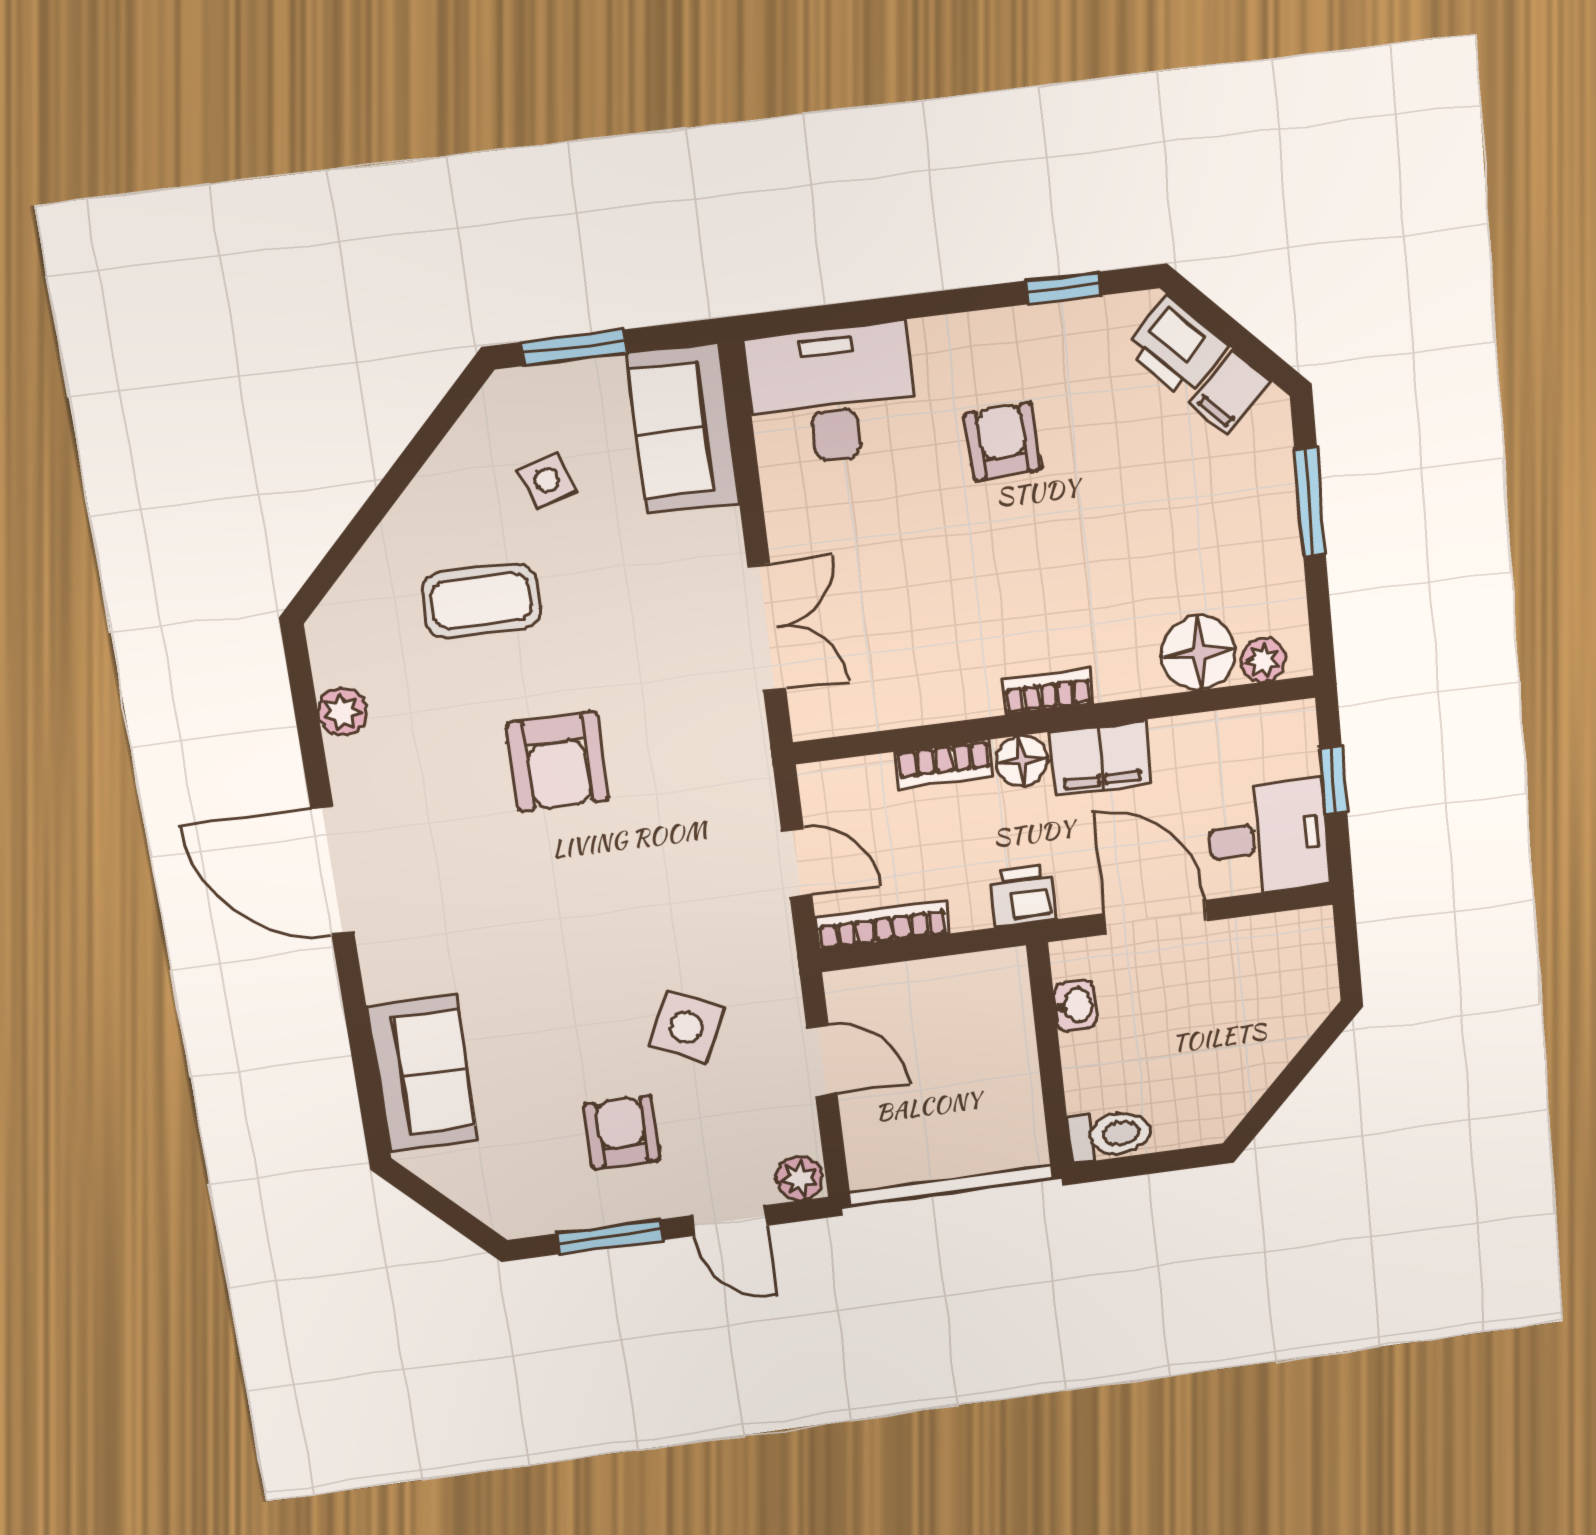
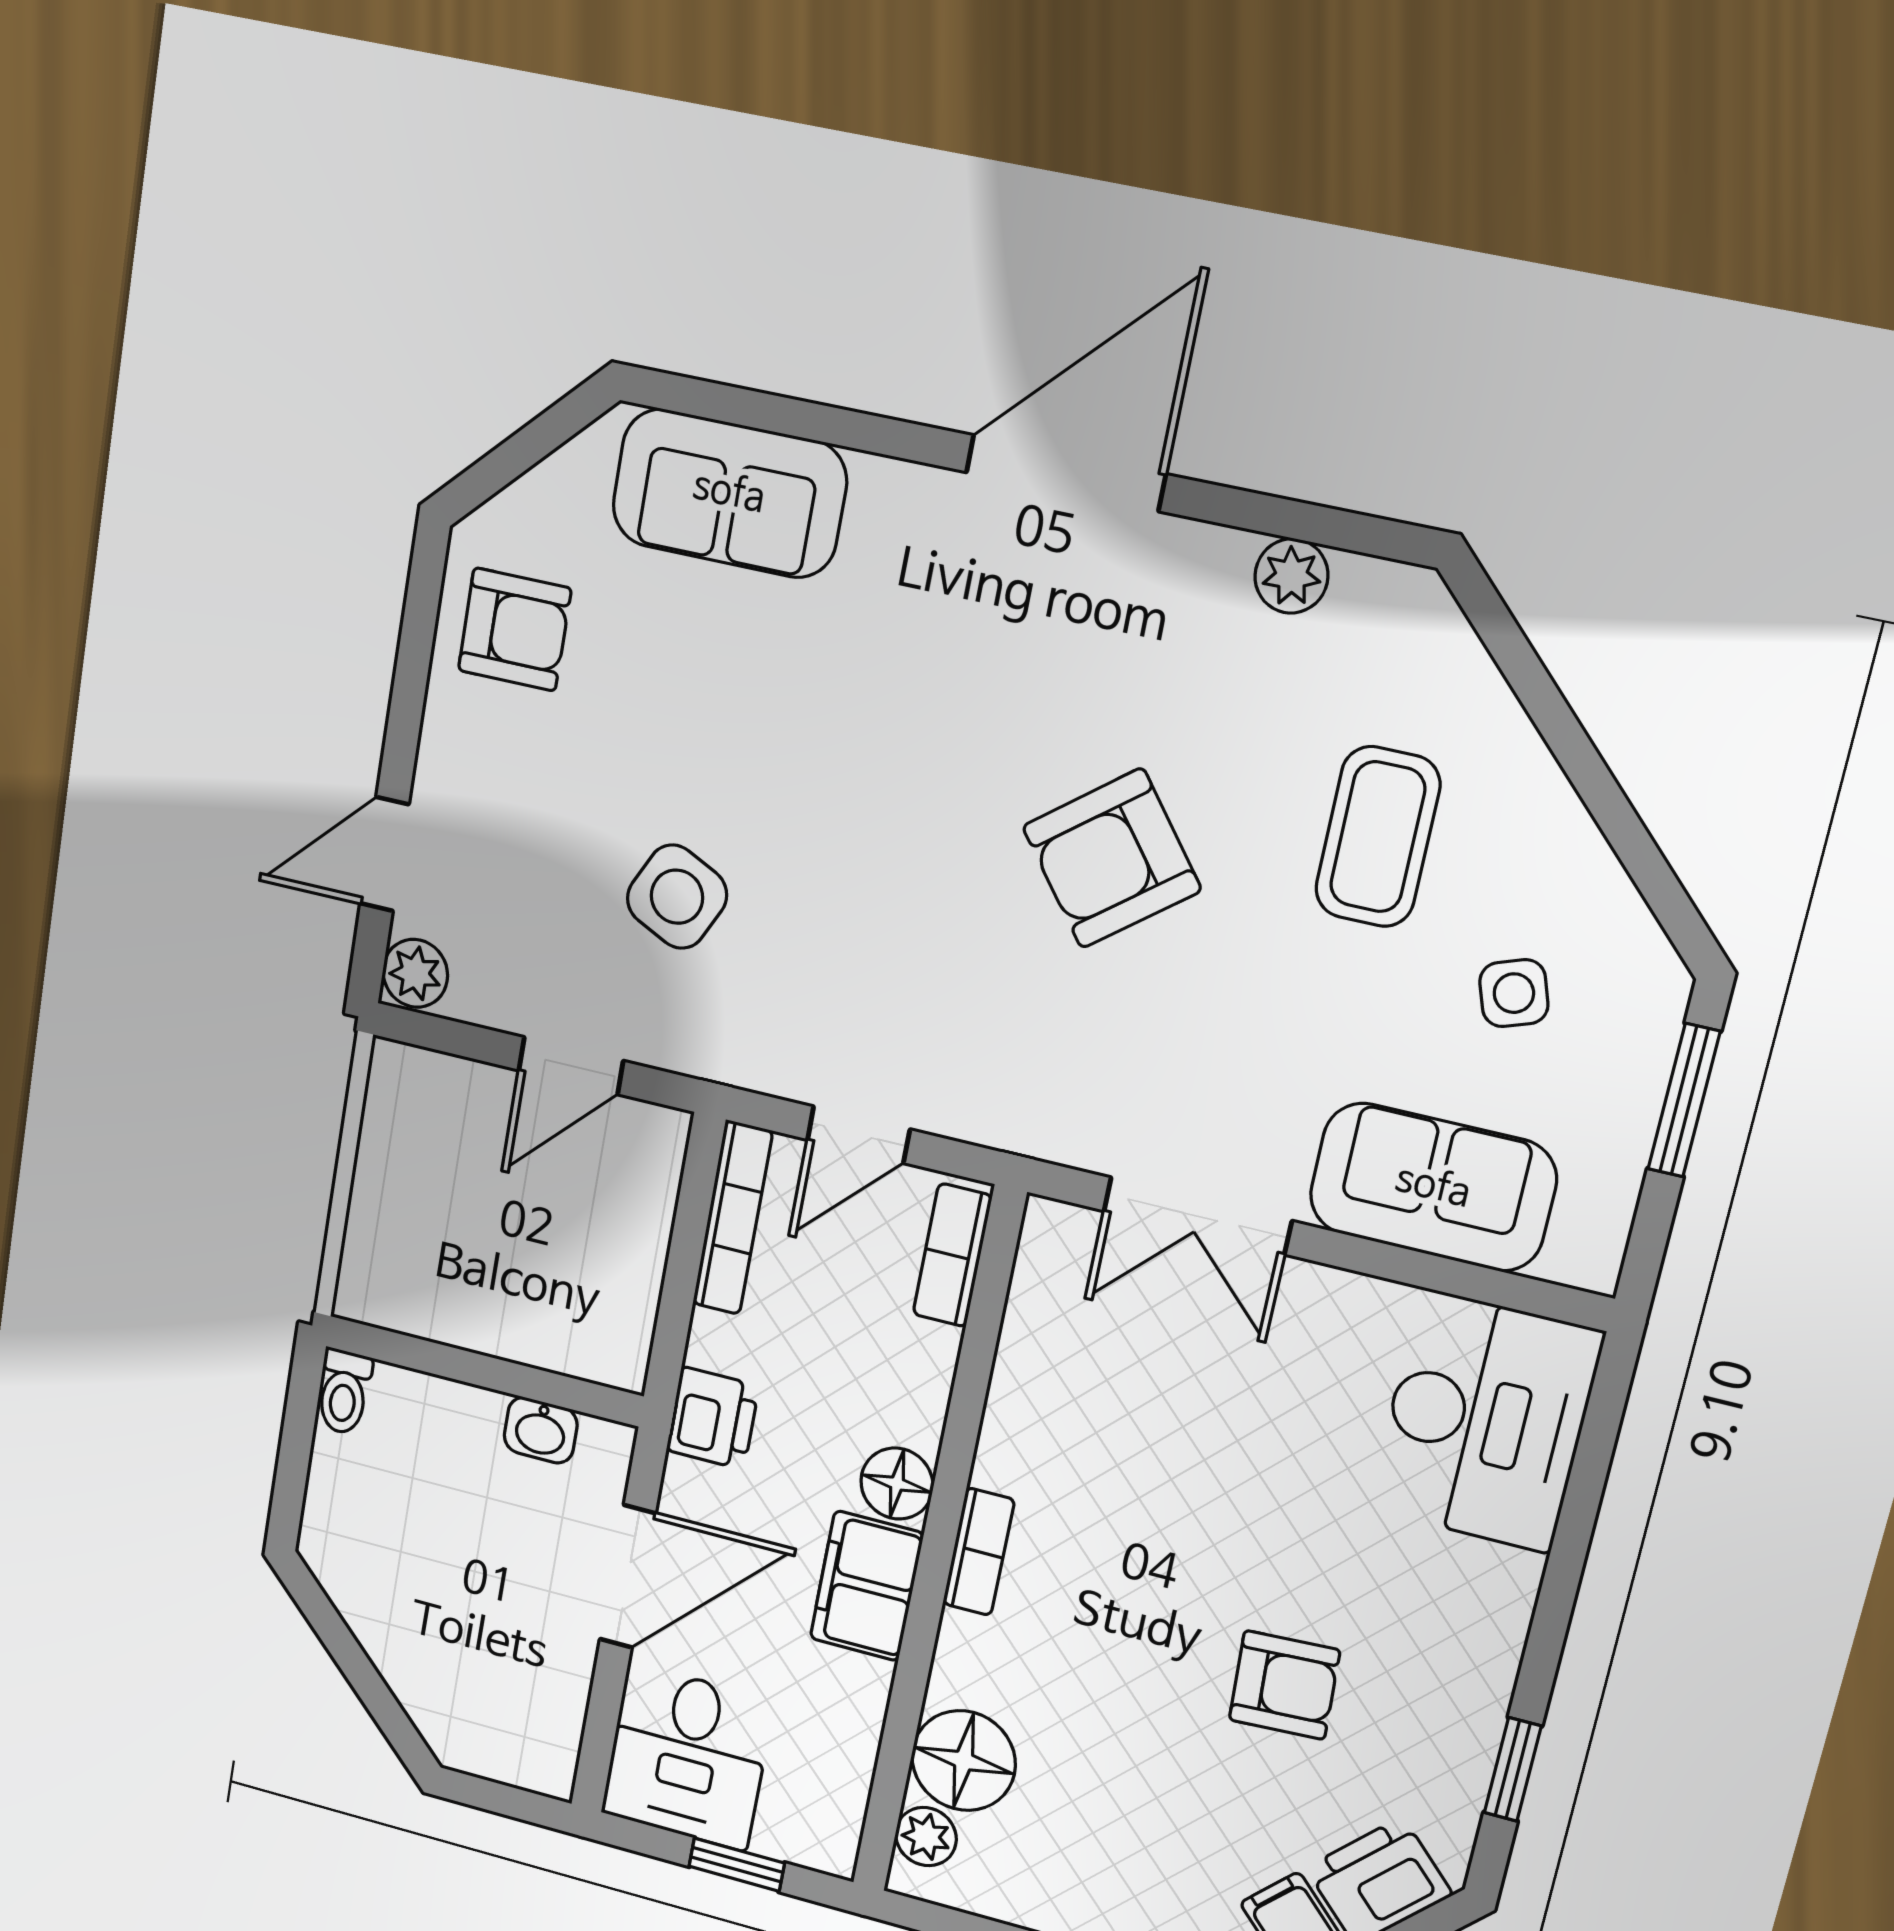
sofa: (683, 429) -> (1433, 1187), moved
armchair: (1003, 442) -> (1285, 1685), moved
armchair: (558, 762) -> (1112, 858), turned -38
bookcase: (944, 764) -> (952, 1255), moved
armchair: (622, 1132) -> (515, 629), moved
toilet: (1109, 1135) -> (344, 1392), width x0.73, depth x0.72
window: (610, 1237) -> (411, 676), removed

